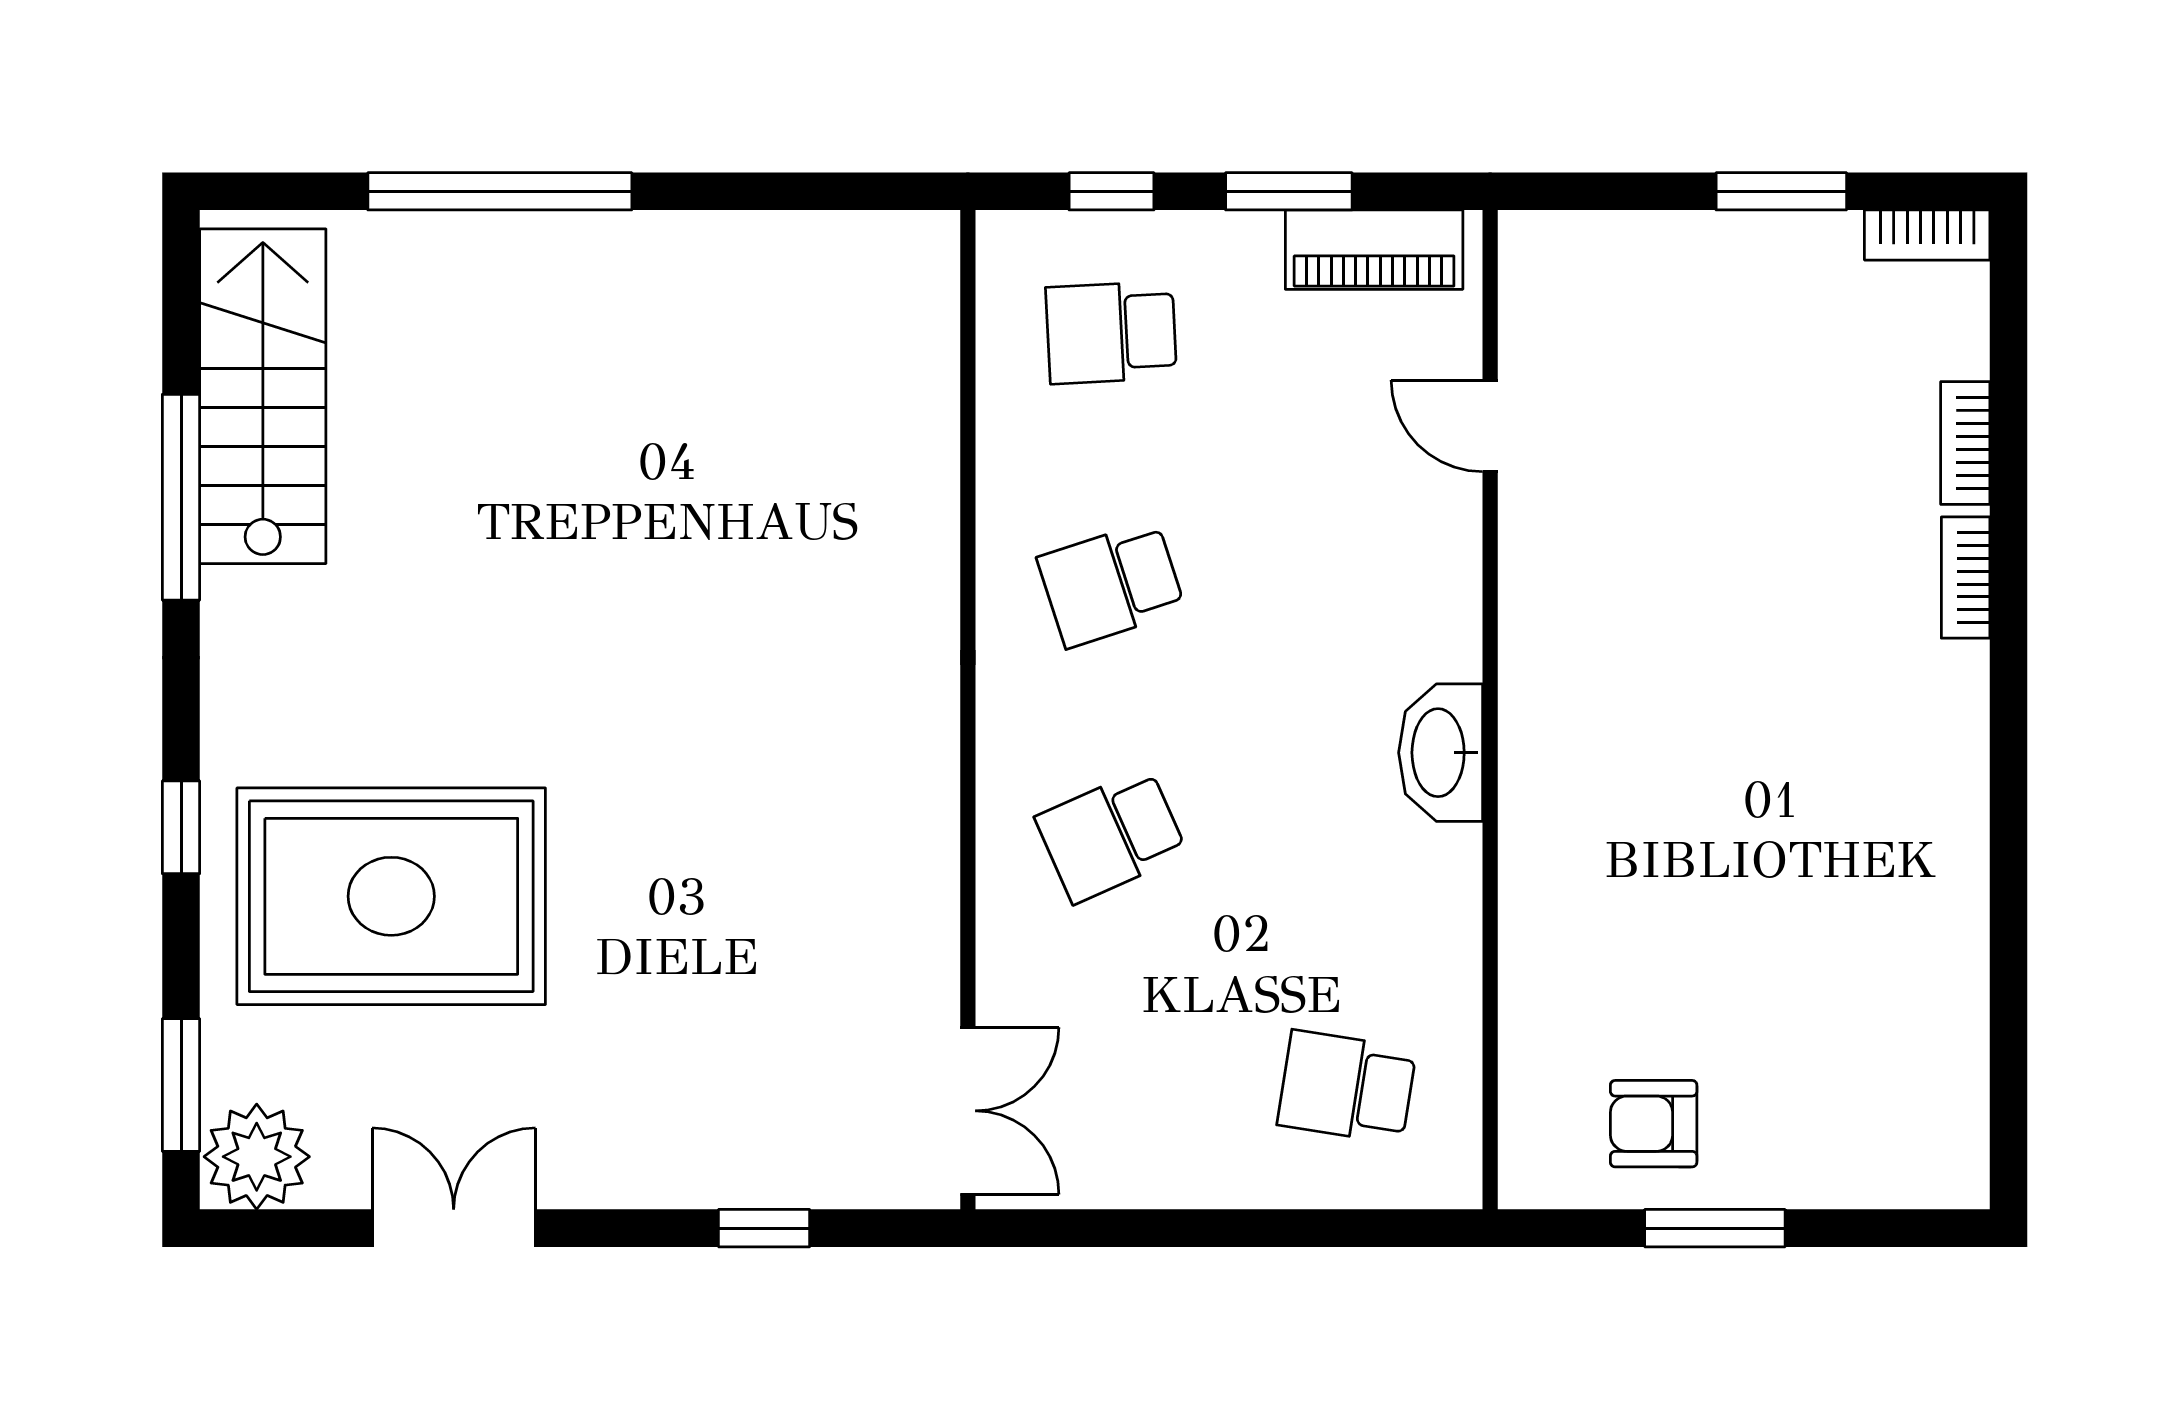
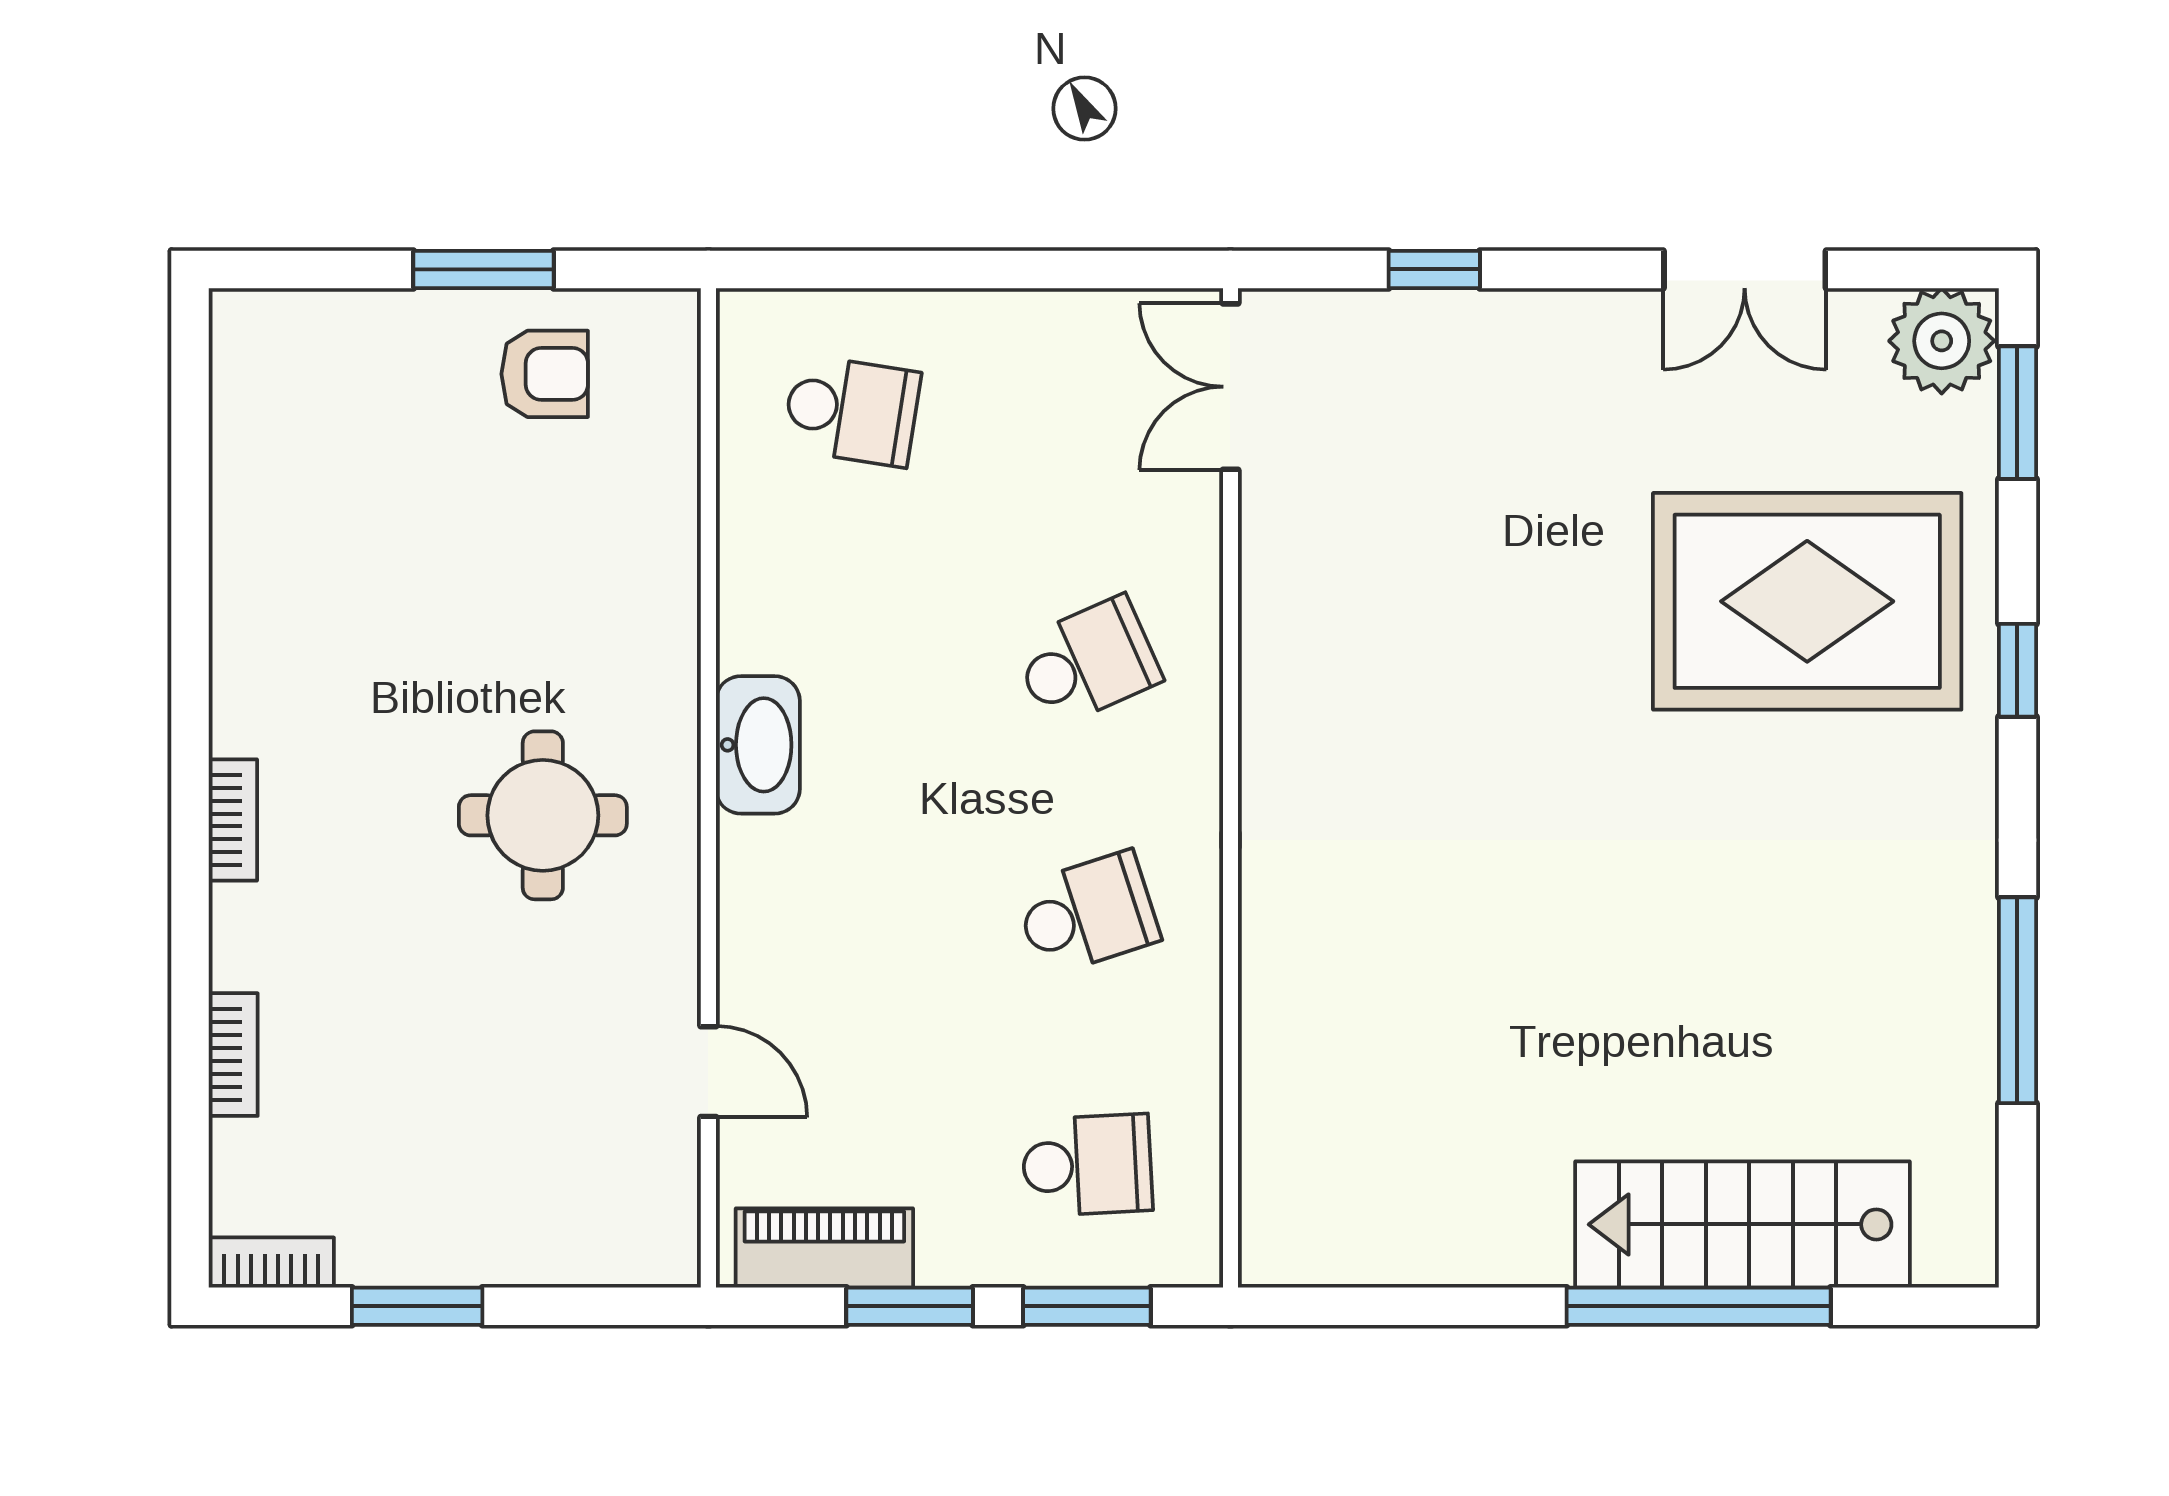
window: (1112, 191) -> (1087, 1306), width x1.50
stairs: (263, 396) -> (1742, 1224), moved, turned 90
bookcase: (1966, 578) -> (233, 820), moved
round table: (1656, 682) -> (543, 815), added

